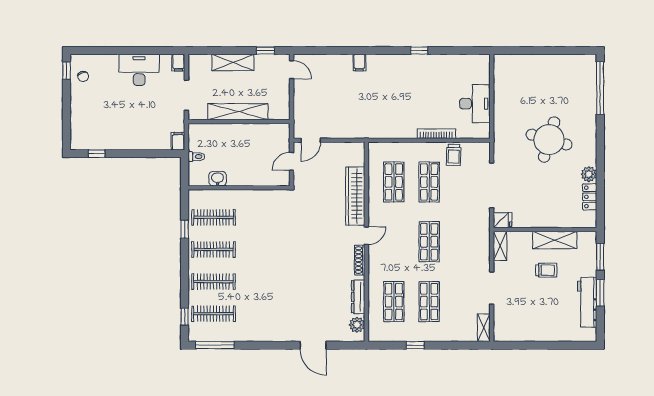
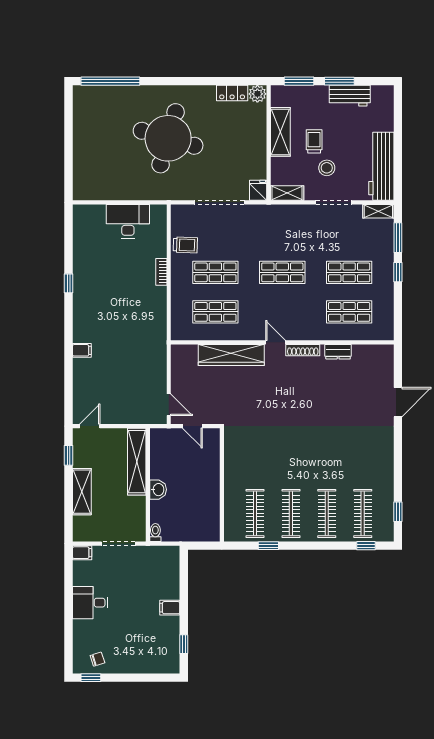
desk: (139, 70) -> (90, 603), width x0.73
shelving: (238, 112) -> (137, 462), moved
bookcase: (436, 134) -> (161, 272), width x0.64
round table: (549, 140) -> (168, 138), width x1.36, depth x1.36
filing cabinet: (178, 141) -> (170, 608), moved
toilet: (196, 157) -> (155, 533), moved
plant: (589, 174) -> (257, 94), moved
washbasin: (218, 179) -> (158, 490), moved, turned 180
stool: (523, 282) -> (327, 168), added
dresser: (358, 297) -> (338, 352), width x0.70
workbench: (587, 302) -> (350, 96), width x0.73
plant: (357, 325) -> (375, 353), removed
workbench: (524, 330) -> (381, 166), added
window: (215, 345) -> (398, 512), width x0.46
window: (415, 345) -> (398, 272), moved
window: (460, 345) -> (398, 238), added

